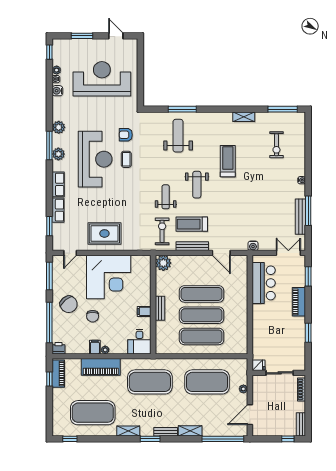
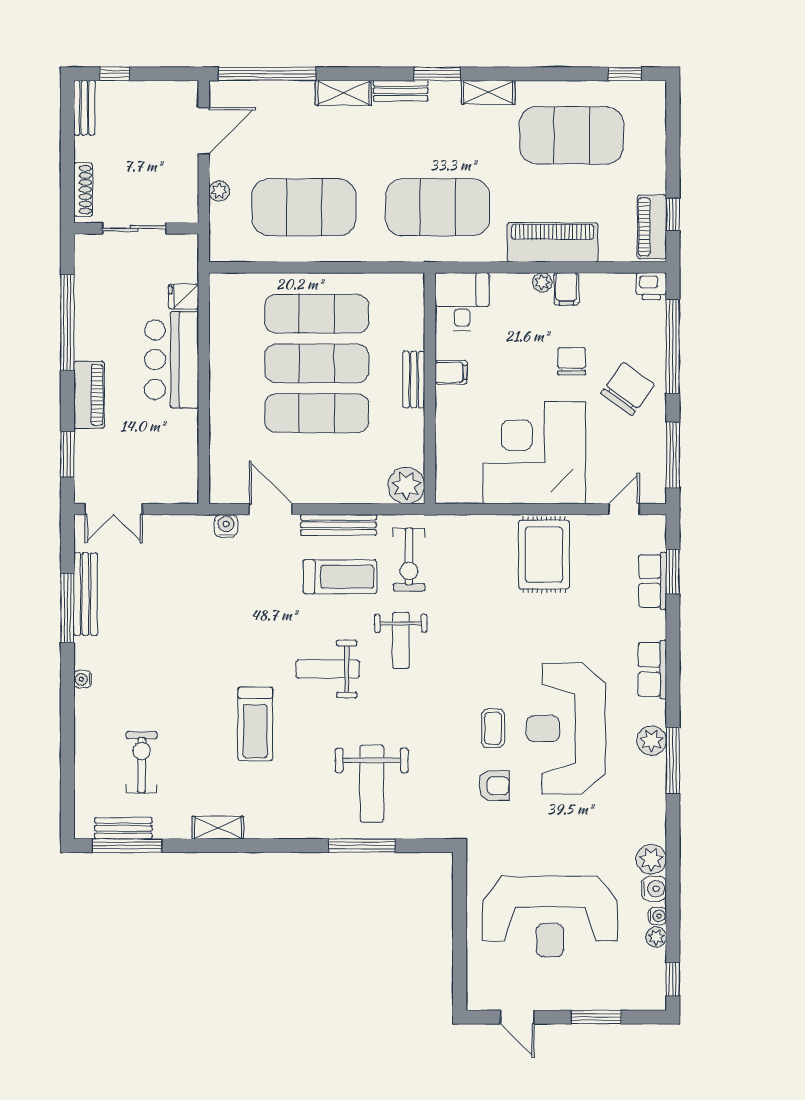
bench: (284, 117) -> (123, 828), added
plant: (59, 127) -> (651, 859), moved
weight bench: (197, 185) -> (328, 669), turned -90
row of seats: (58, 210) -> (653, 581), moved
rug: (104, 233) -> (544, 555), turned 90
water cooler: (253, 246) -> (226, 526), moved
bar counter: (264, 283) -> (172, 360), moved
chair: (69, 304) -> (628, 389), turned 76
window: (308, 333) -> (67, 322), width x2.11
fridge: (259, 365) -> (183, 296), moved

